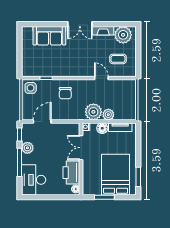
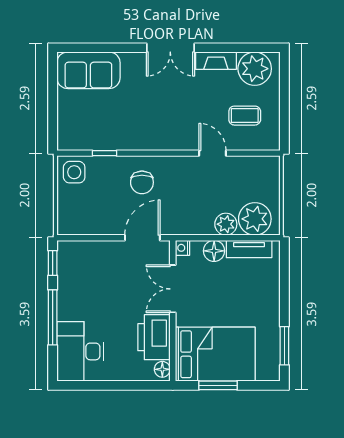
sofa: (49, 36) -> (88, 70), moved
plant: (93, 112) -> (255, 219), moved
door: (42, 122) -> (142, 238), moved
plant: (27, 148) -> (68, 289), removed
bed: (116, 175) -> (215, 354), moved, turned 90

